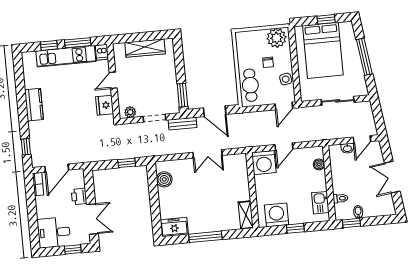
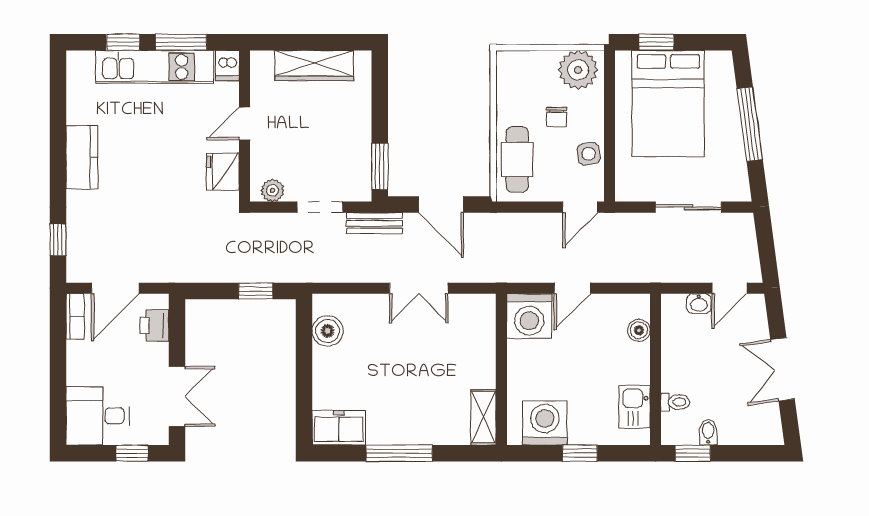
window: (326, 19) -> (656, 42), moved
printer: (79, 196) -> (155, 325), moved

